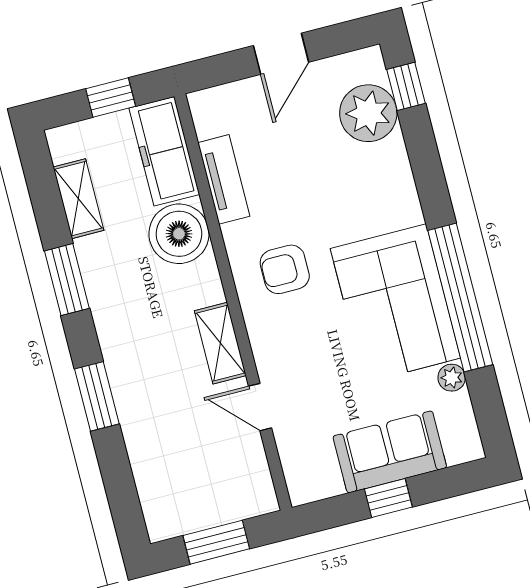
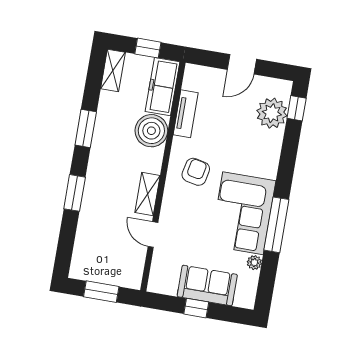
shelving: (78, 199) -> (113, 71), moved
armchair: (285, 269) -> (196, 172), turned 102
window: (460, 298) -> (276, 225), width x0.68

